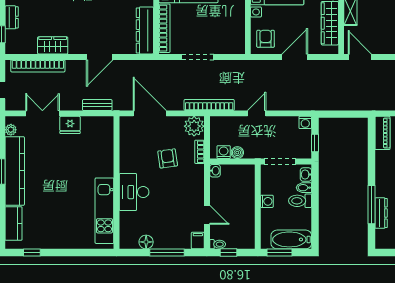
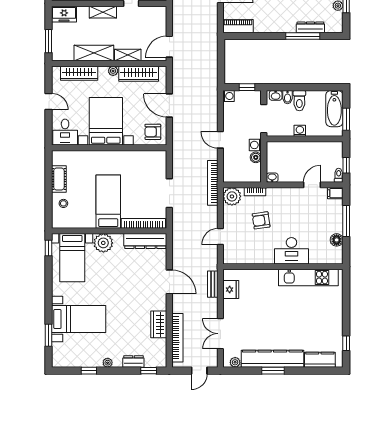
door: (150, 113) -> (220, 237), width x0.53
fridge: (70, 125) -> (231, 290), moved
washing machine: (224, 152) -> (255, 145), moved

